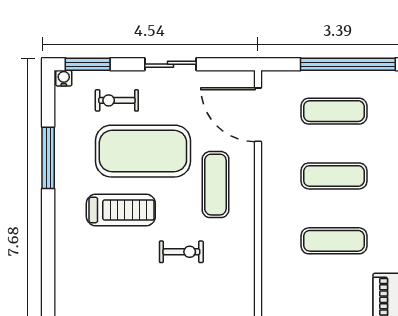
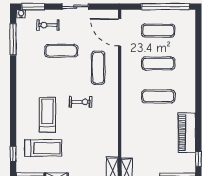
exercise mat: (143, 151) -> (61, 51), width x0.50, depth x0.69
window: (48, 158) -> (13, 39), moved
treadmill: (121, 210) -> (47, 115), moved, turned -90

